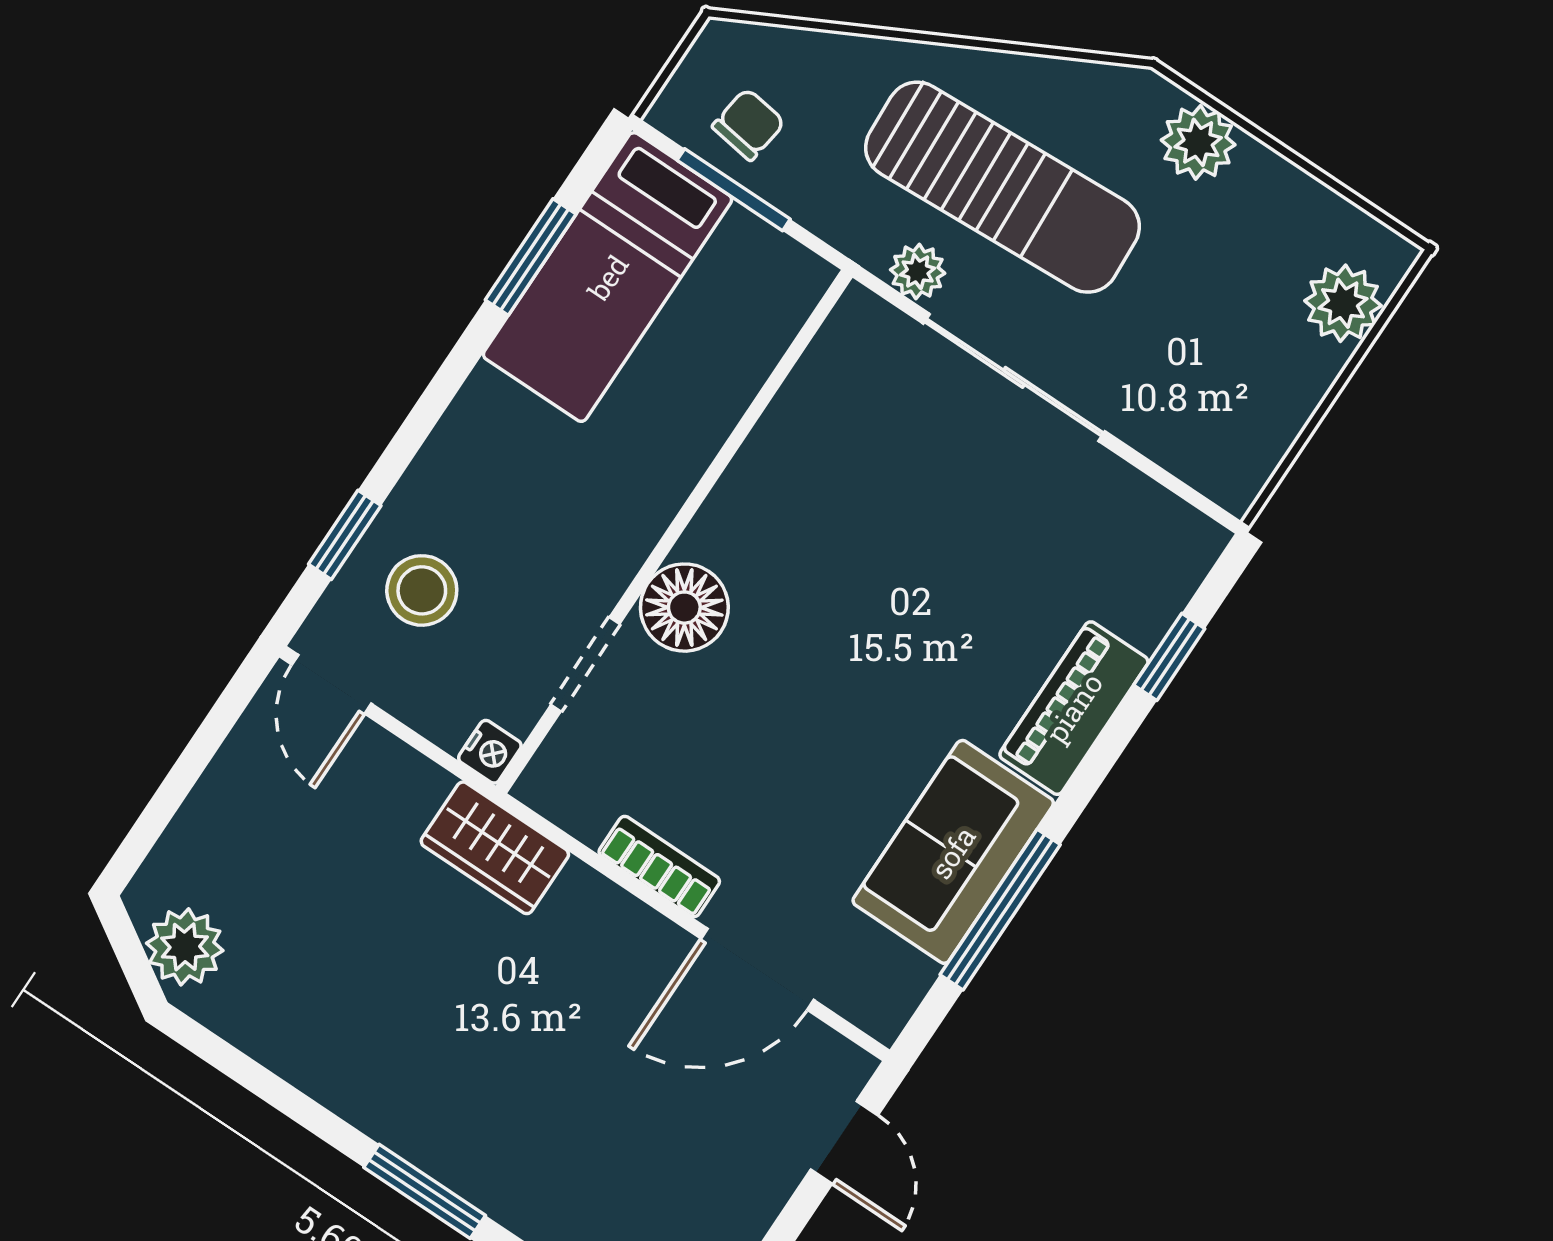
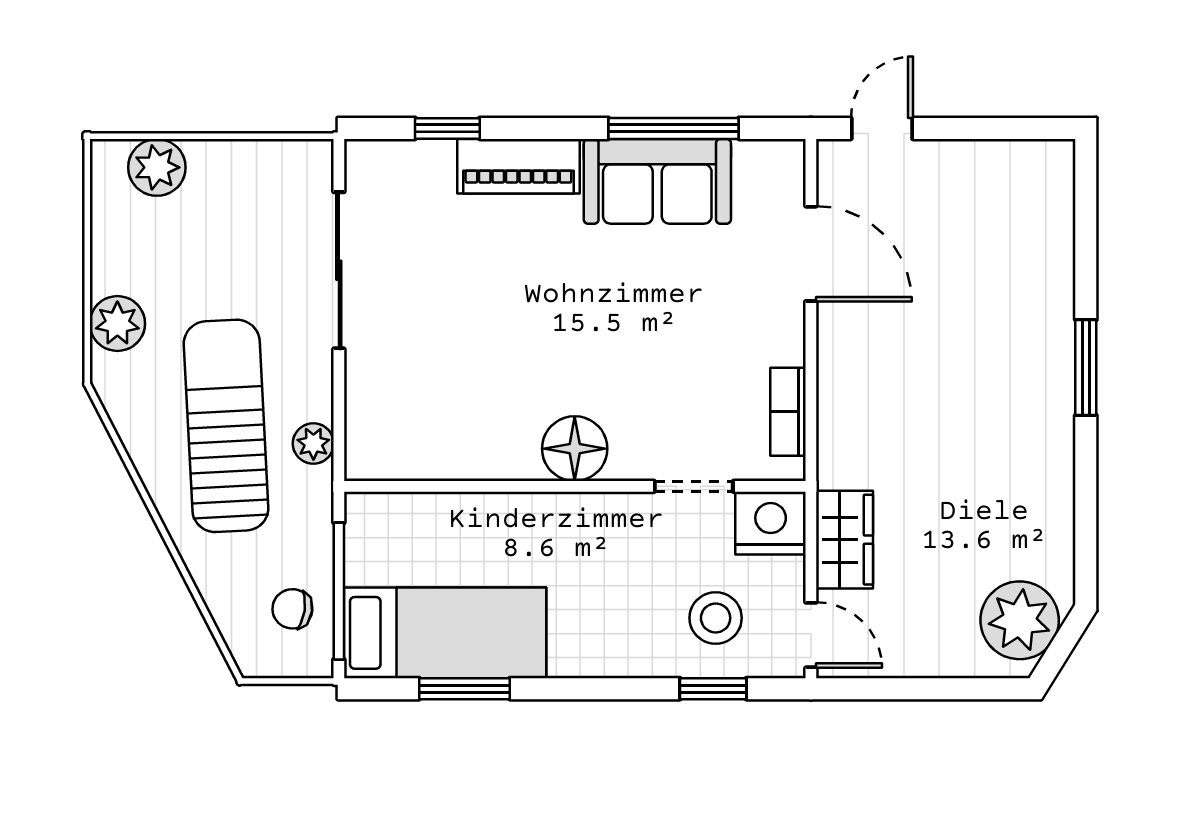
window: (734, 190) -> (339, 591), width x1.44
sliding door: (1014, 377) -> (339, 270), moved
floor lamp: (684, 608) -> (575, 449), moved
door: (332, 684) -> (811, 635), hinge flipped
nightstand: (490, 752) -> (771, 523), width x1.89, depth x1.79
wardrobe: (495, 848) -> (844, 540), moved
bookcase: (659, 867) -> (788, 412), moved
plant: (185, 947) -> (1020, 620), width x1.36, depth x1.36

